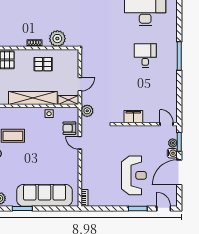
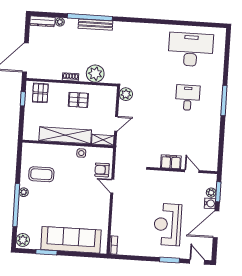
plant: (87, 111) -> (126, 94), moved
door: (167, 124) -> (192, 171), moved
reception desk: (134, 175) -> (168, 225), turned 180

